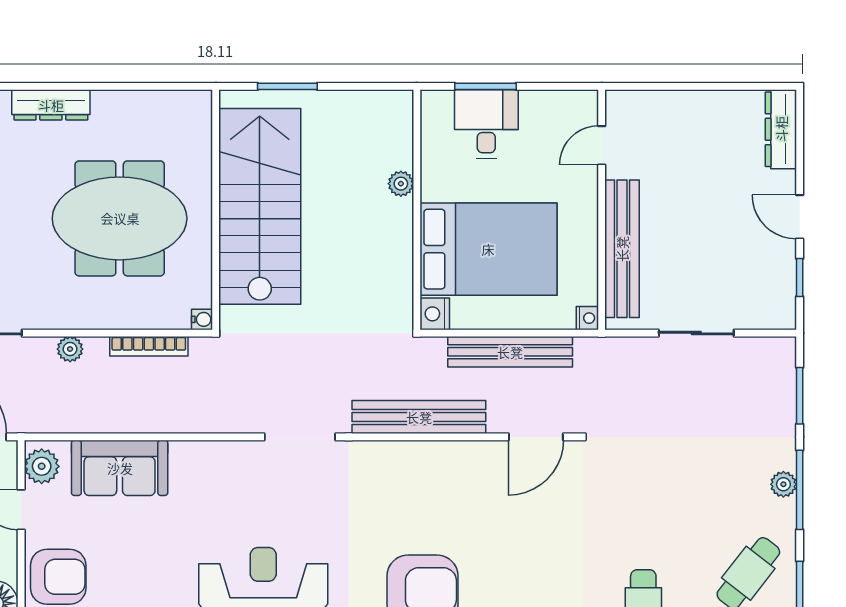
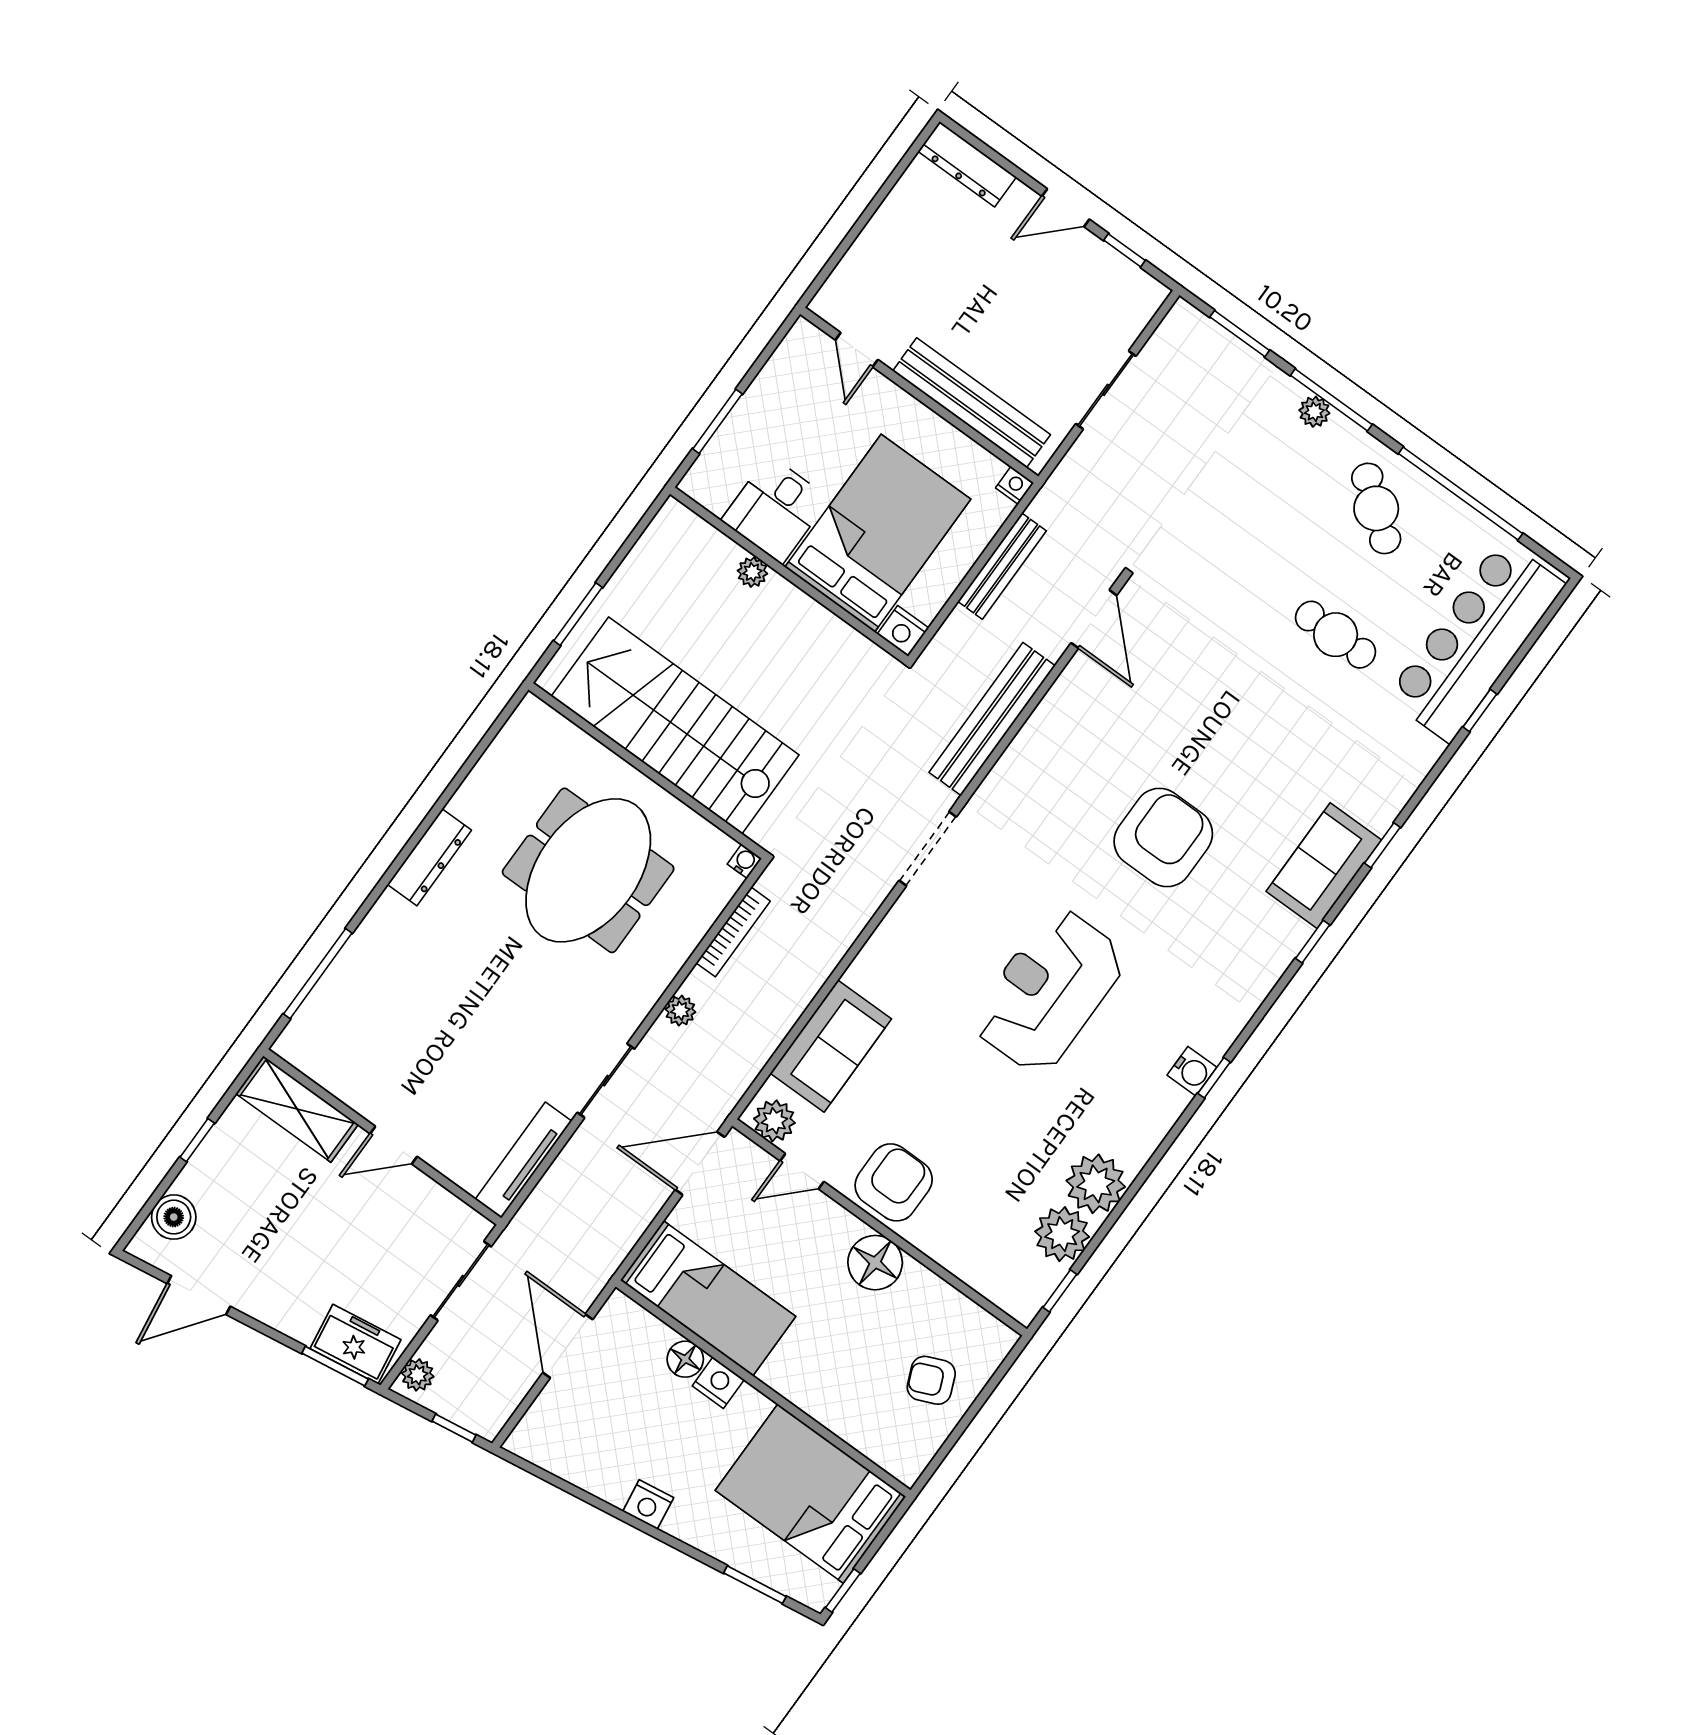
desk: (486, 124) -> (775, 509), moved, turned -90
bench: (510, 352) -> (1002, 566), width x0.73, depth x0.82

